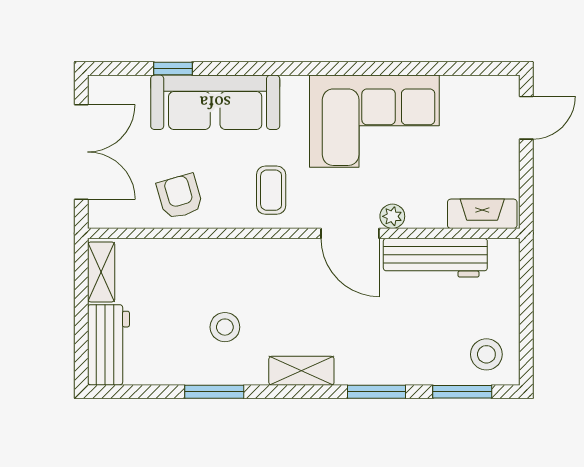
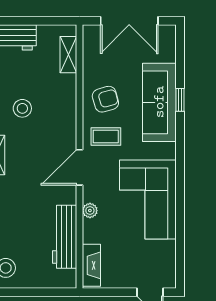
window: (173, 69) -> (180, 100), moved
armchair: (180, 196) -> (105, 99), moved
door: (350, 233) -> (79, 167), moved
shelving: (101, 272) -> (68, 55), moved, turned 90

